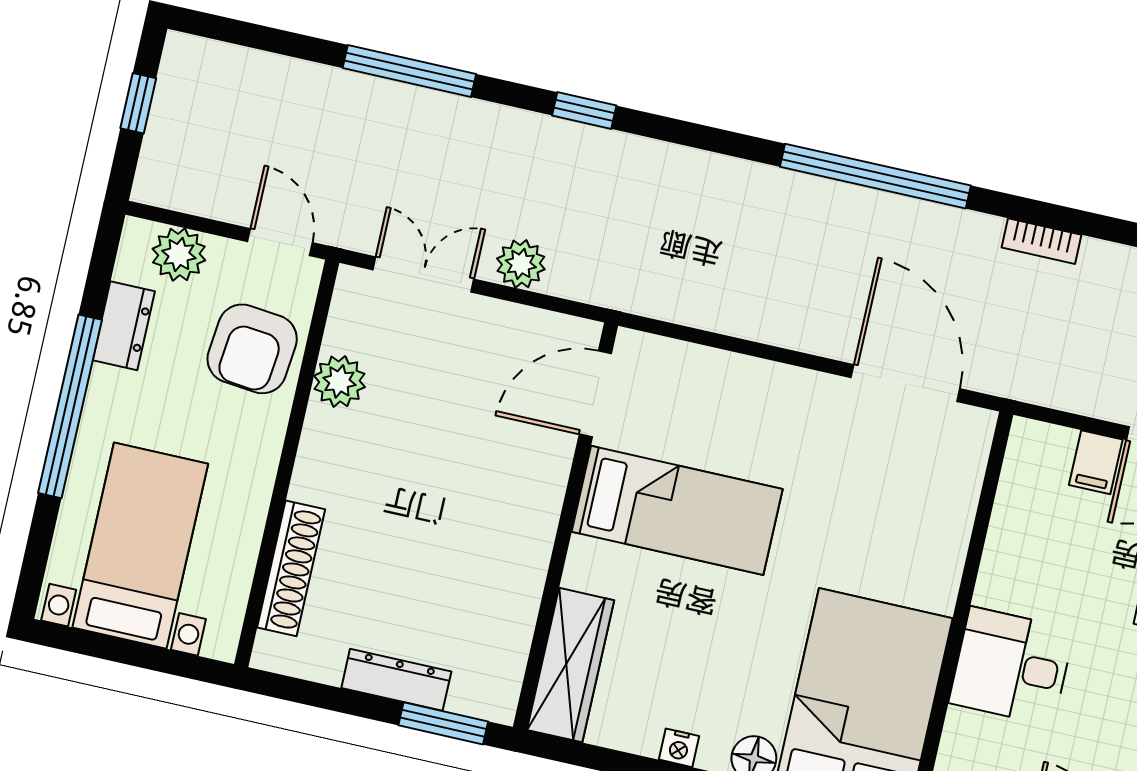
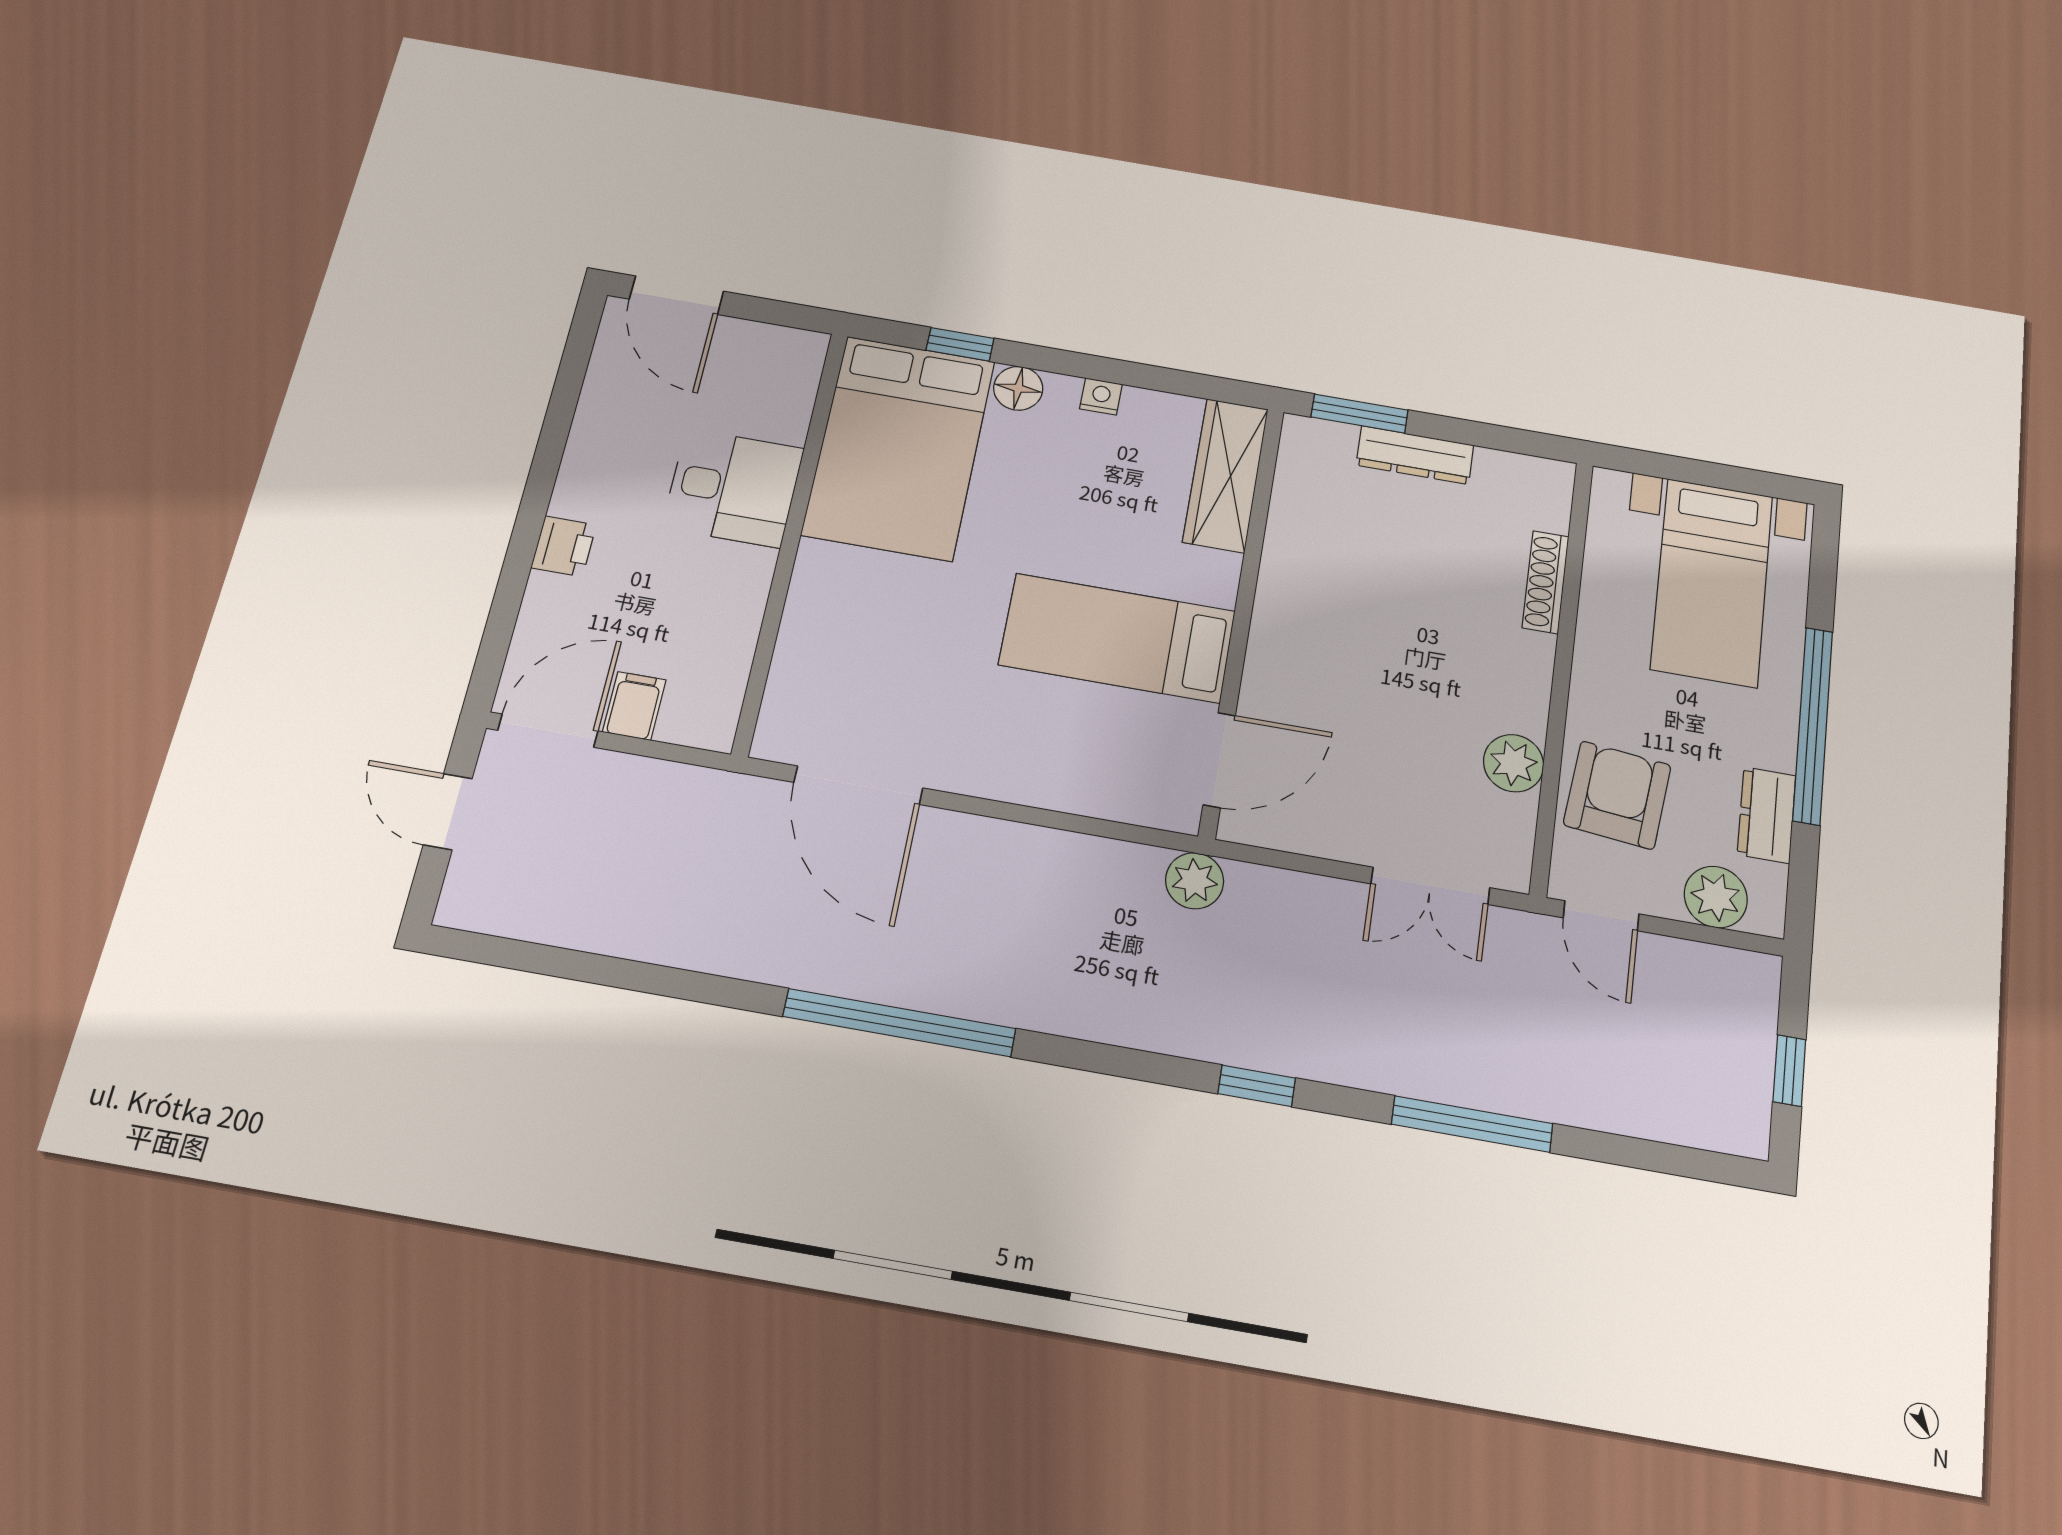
bookcase: (1042, 241) -> (696, 954), removed
plant: (521, 264) -> (1195, 881), moved
shoe rack: (291, 568) -> (1546, 582), width x0.74, depth x0.81

